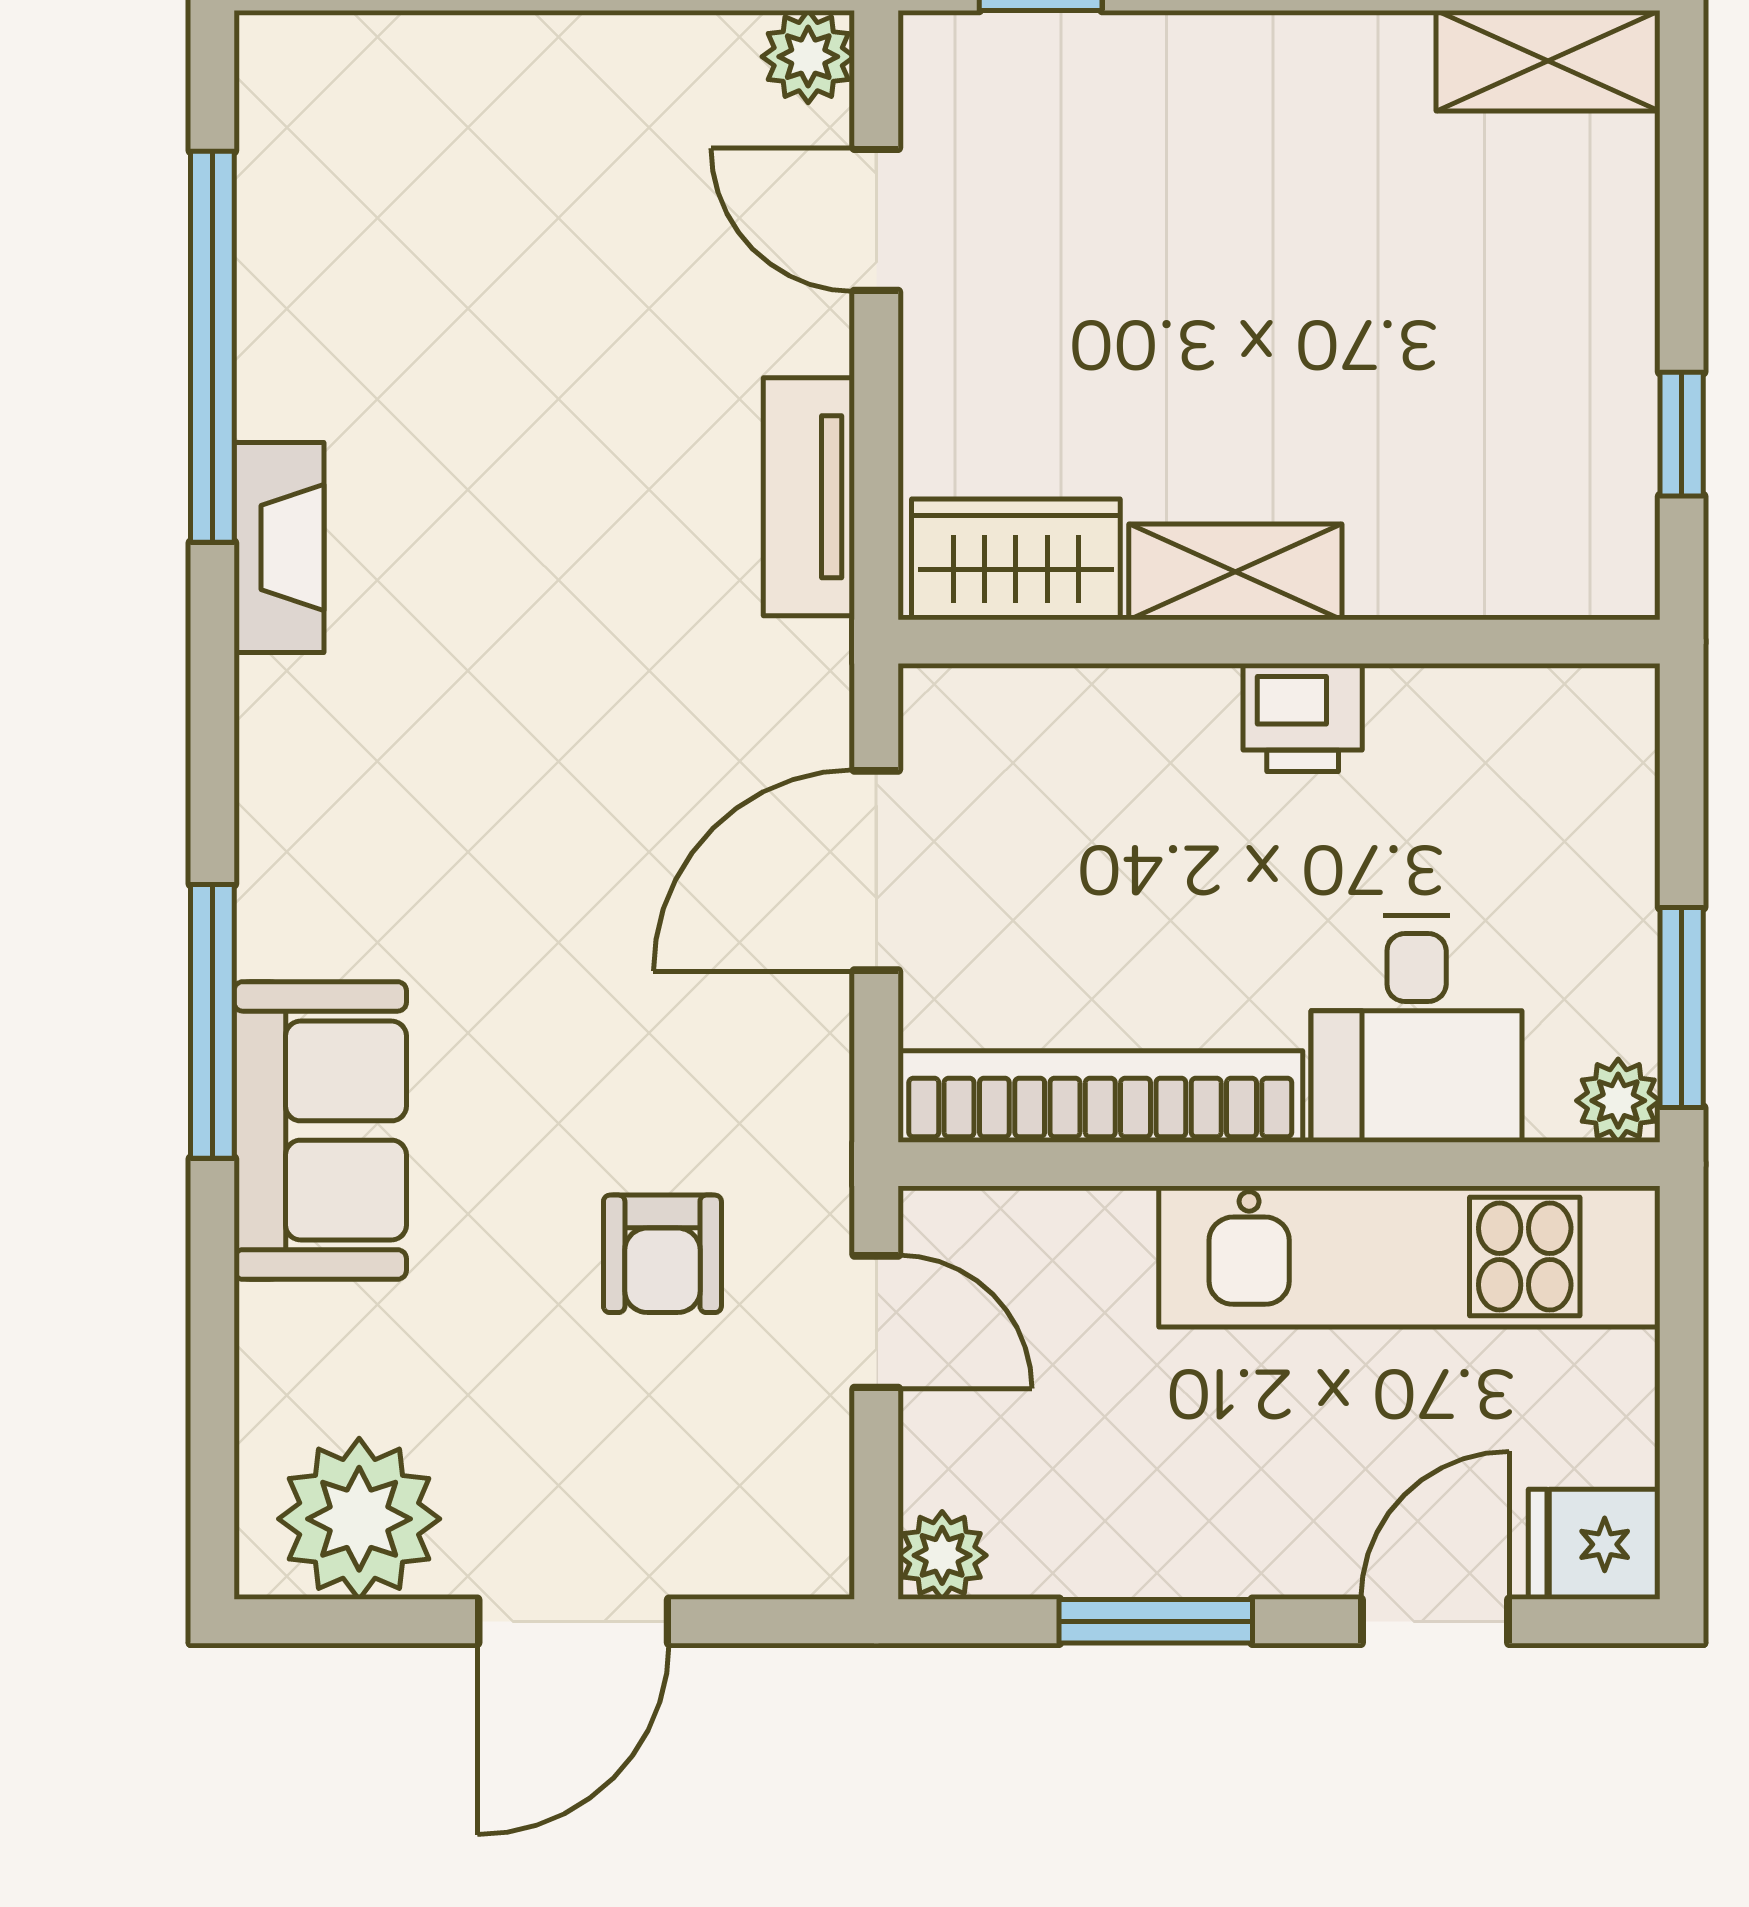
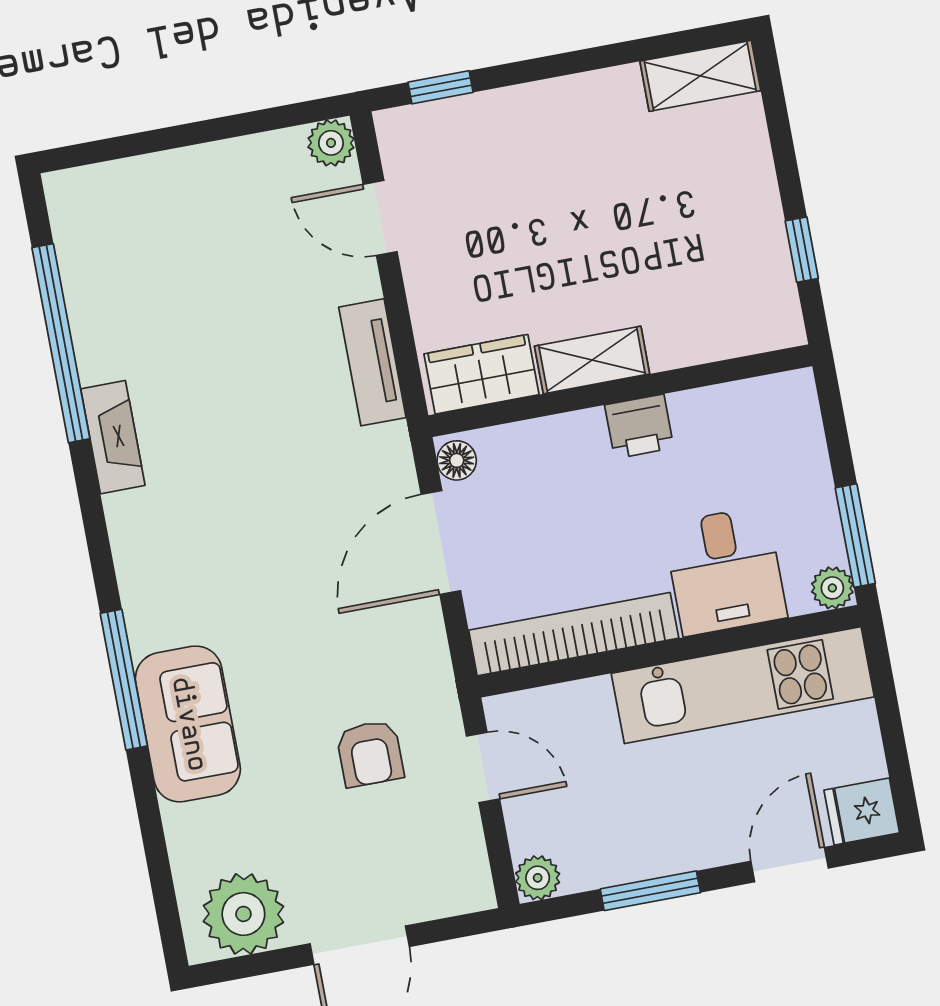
floor lamp: (937, 717) -> (457, 460), added

